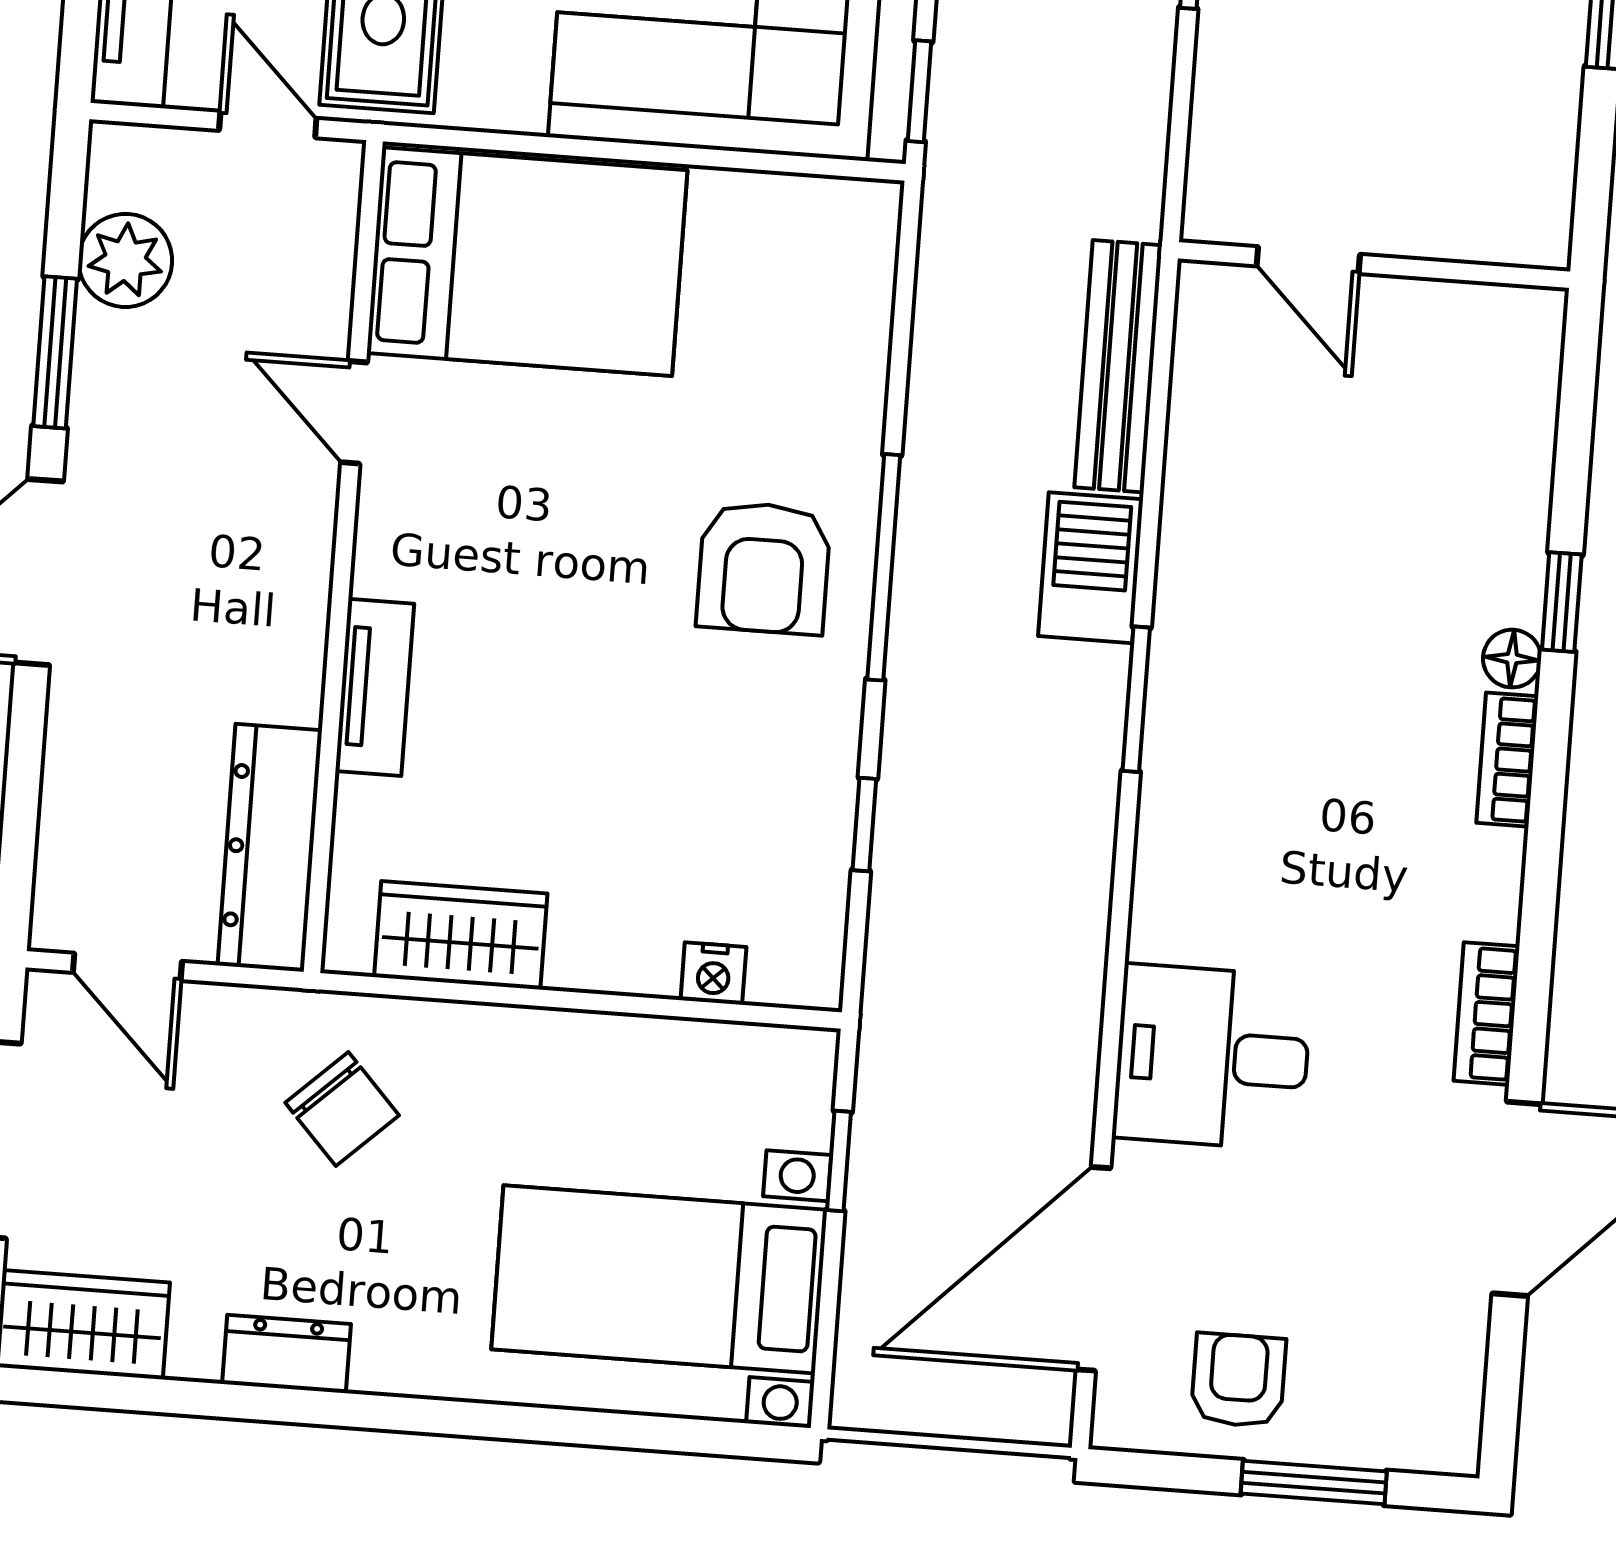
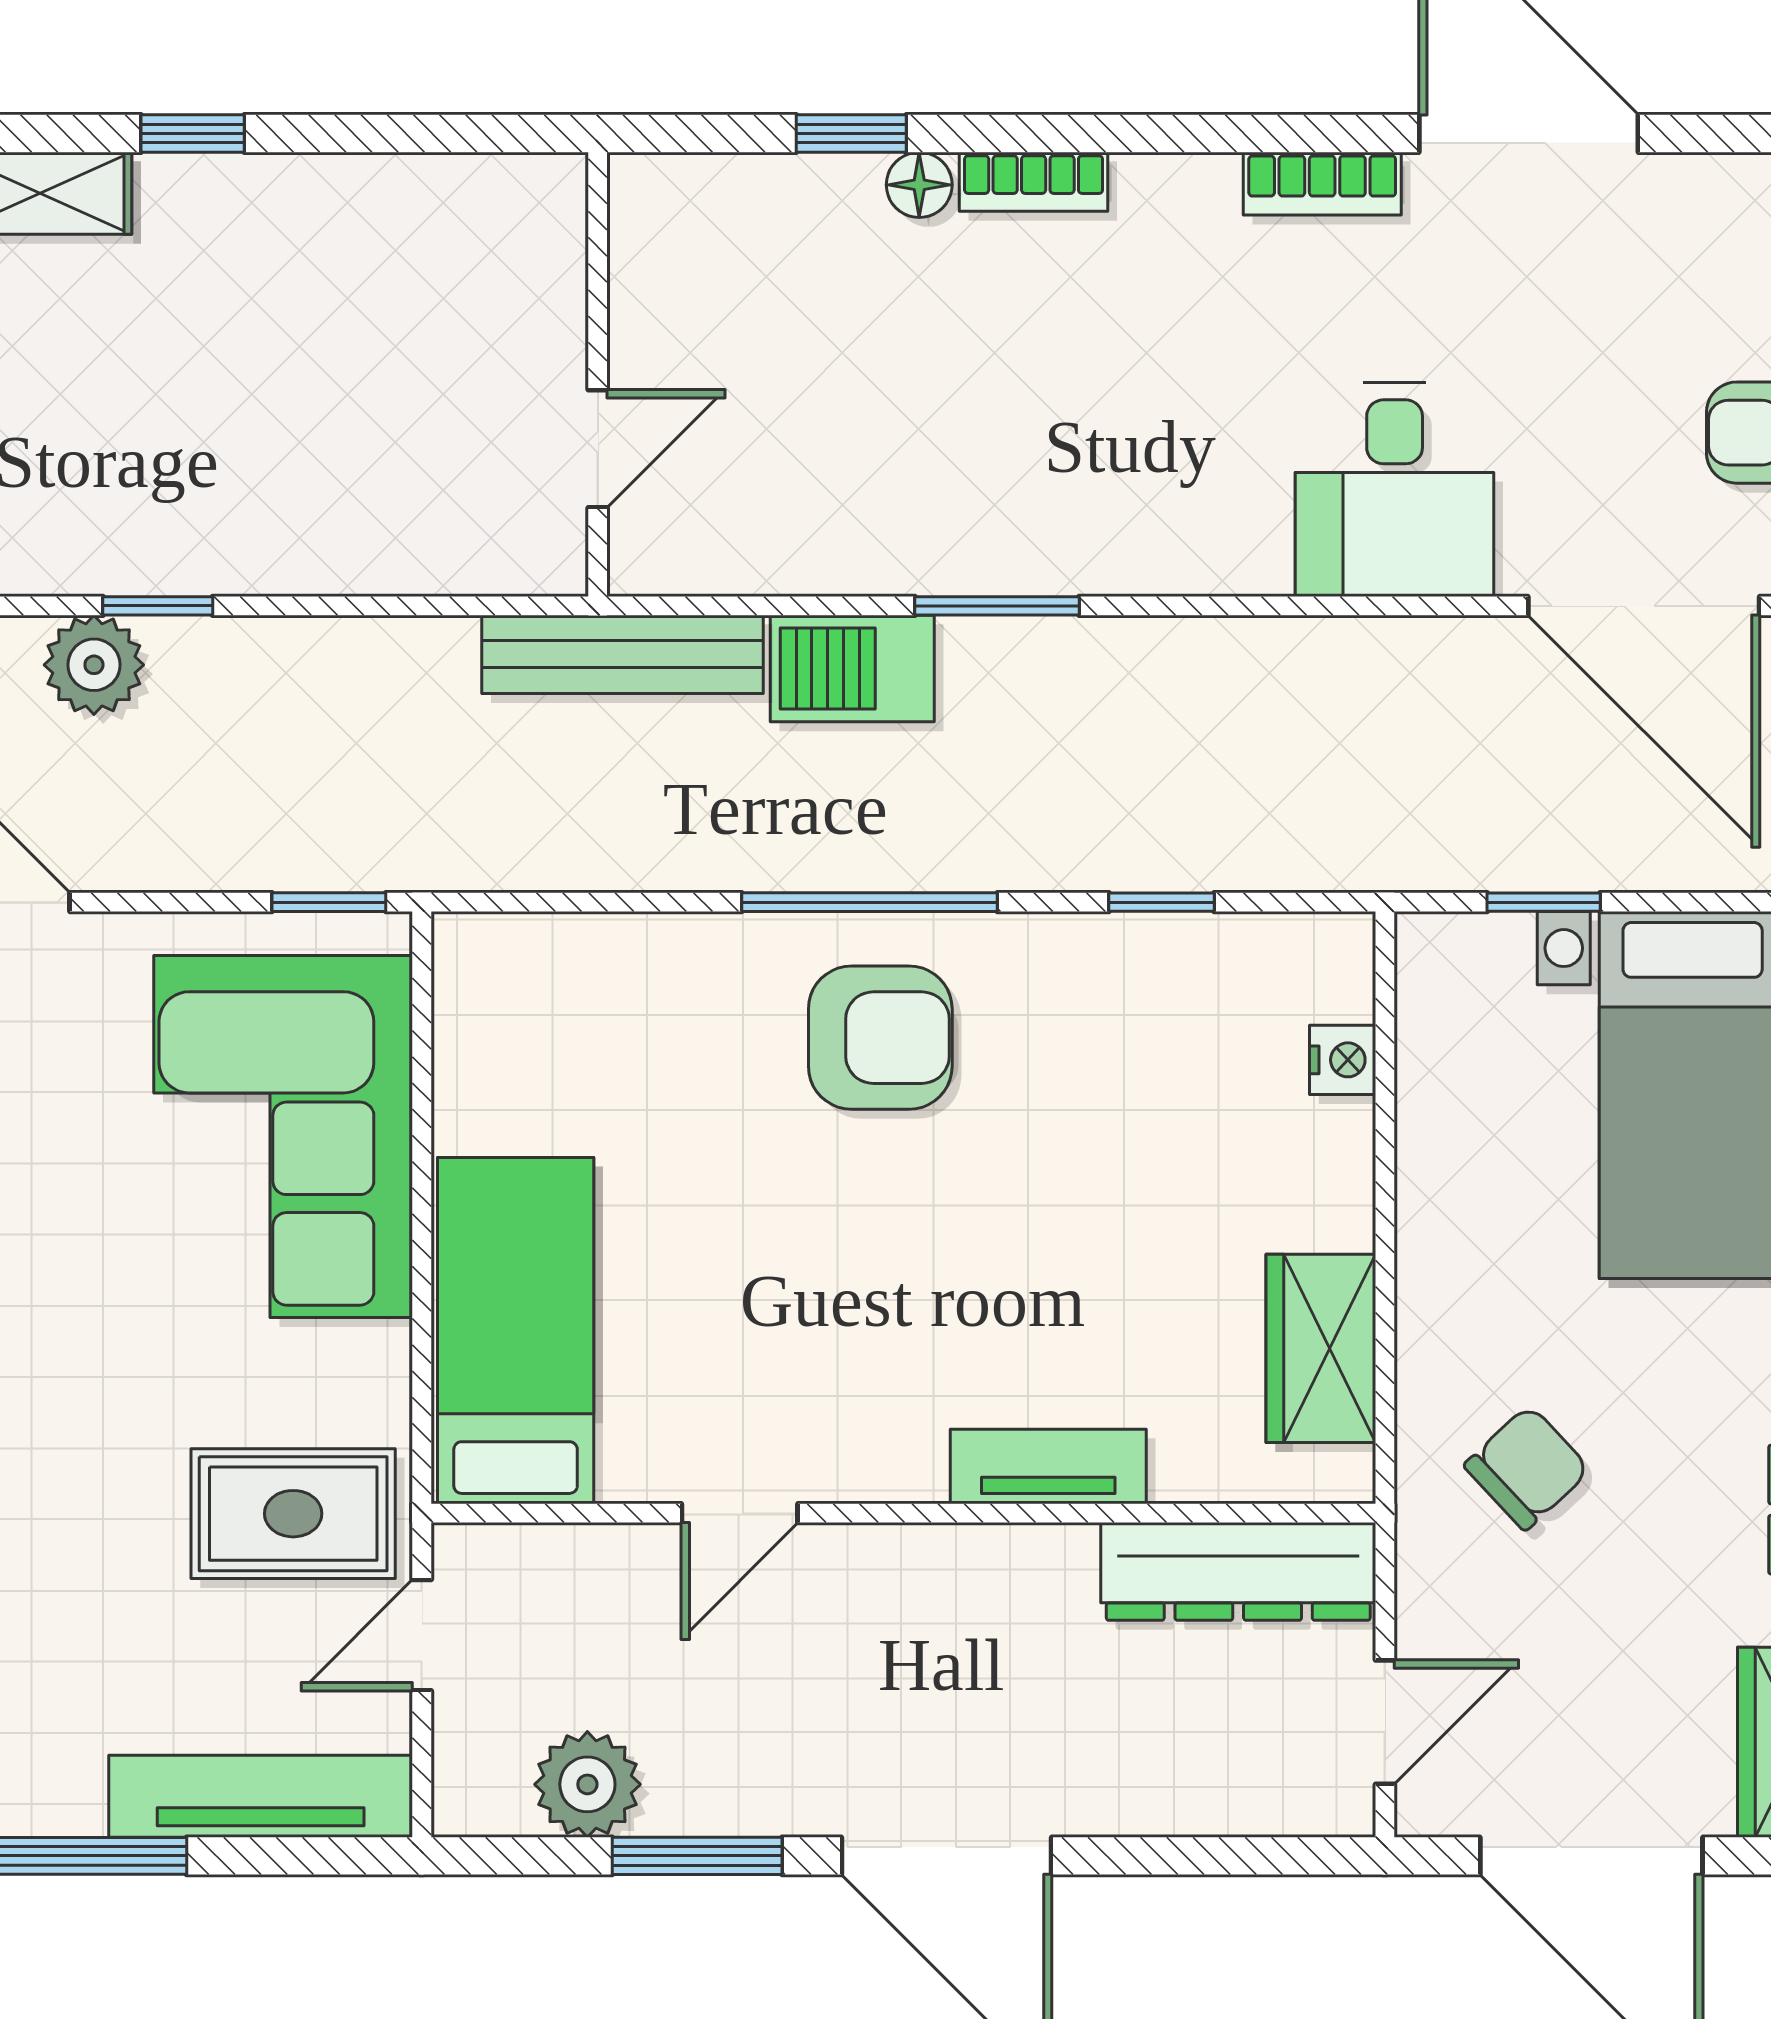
door: (1308, 260) -> (598, 449), moved
bed: (527, 262) -> (516, 1331), width x0.67
wall: (1374, 265) -> (598, 374), moved

